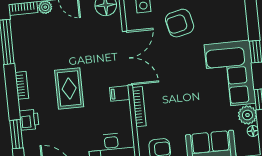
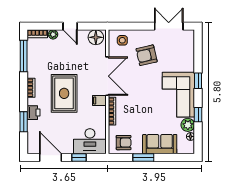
rug: (69, 88) -> (64, 93), width x1.36, depth x1.43

